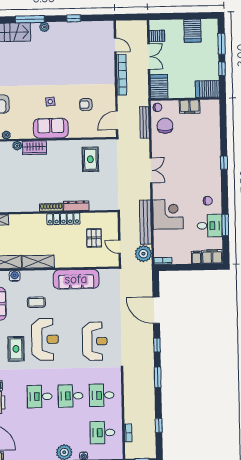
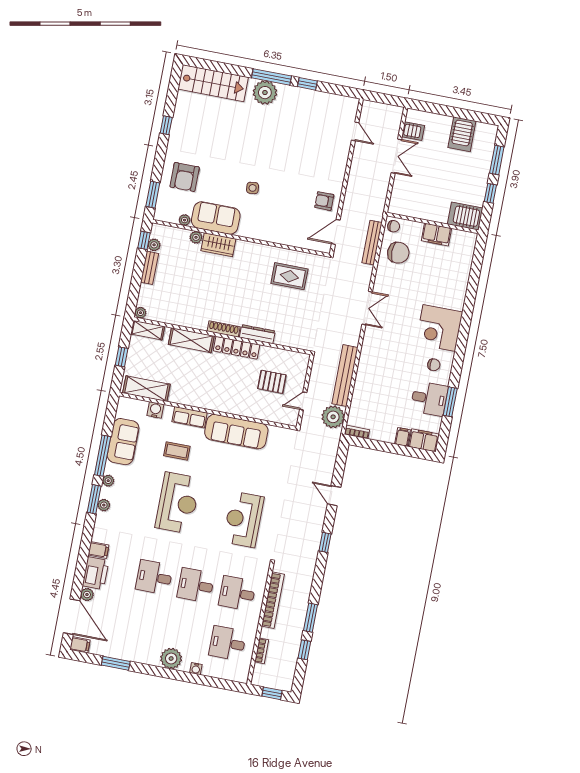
window: (30, 19) -> (271, 77), moved
plant: (44, 27) -> (265, 93), width x1.88, depth x1.88
bookcase: (122, 75) -> (273, 600), moved
server rack: (159, 86) -> (401, 199), removed
armchair: (86, 105) -> (324, 201), moved
chair: (165, 126) -> (398, 253), turned 90
sofa: (51, 128) -> (216, 218), moved
rug: (90, 159) -> (289, 276), turned 90
window: (224, 163) -> (466, 319), removed
corner desk: (168, 214) -> (439, 328), moved, turned 180
pallet: (94, 238) -> (272, 382), turned 90
door: (119, 247) -> (303, 401), hinge flipped
shelving: (38, 262) -> (191, 340), moved
row of seats: (40, 276) -> (190, 417), added
door: (156, 310) -> (334, 496), width x0.53
reception desk: (95, 341) -> (243, 519), turned 180
rug: (16, 349) -> (136, 507), removed
window: (158, 377) -> (311, 618), moved

